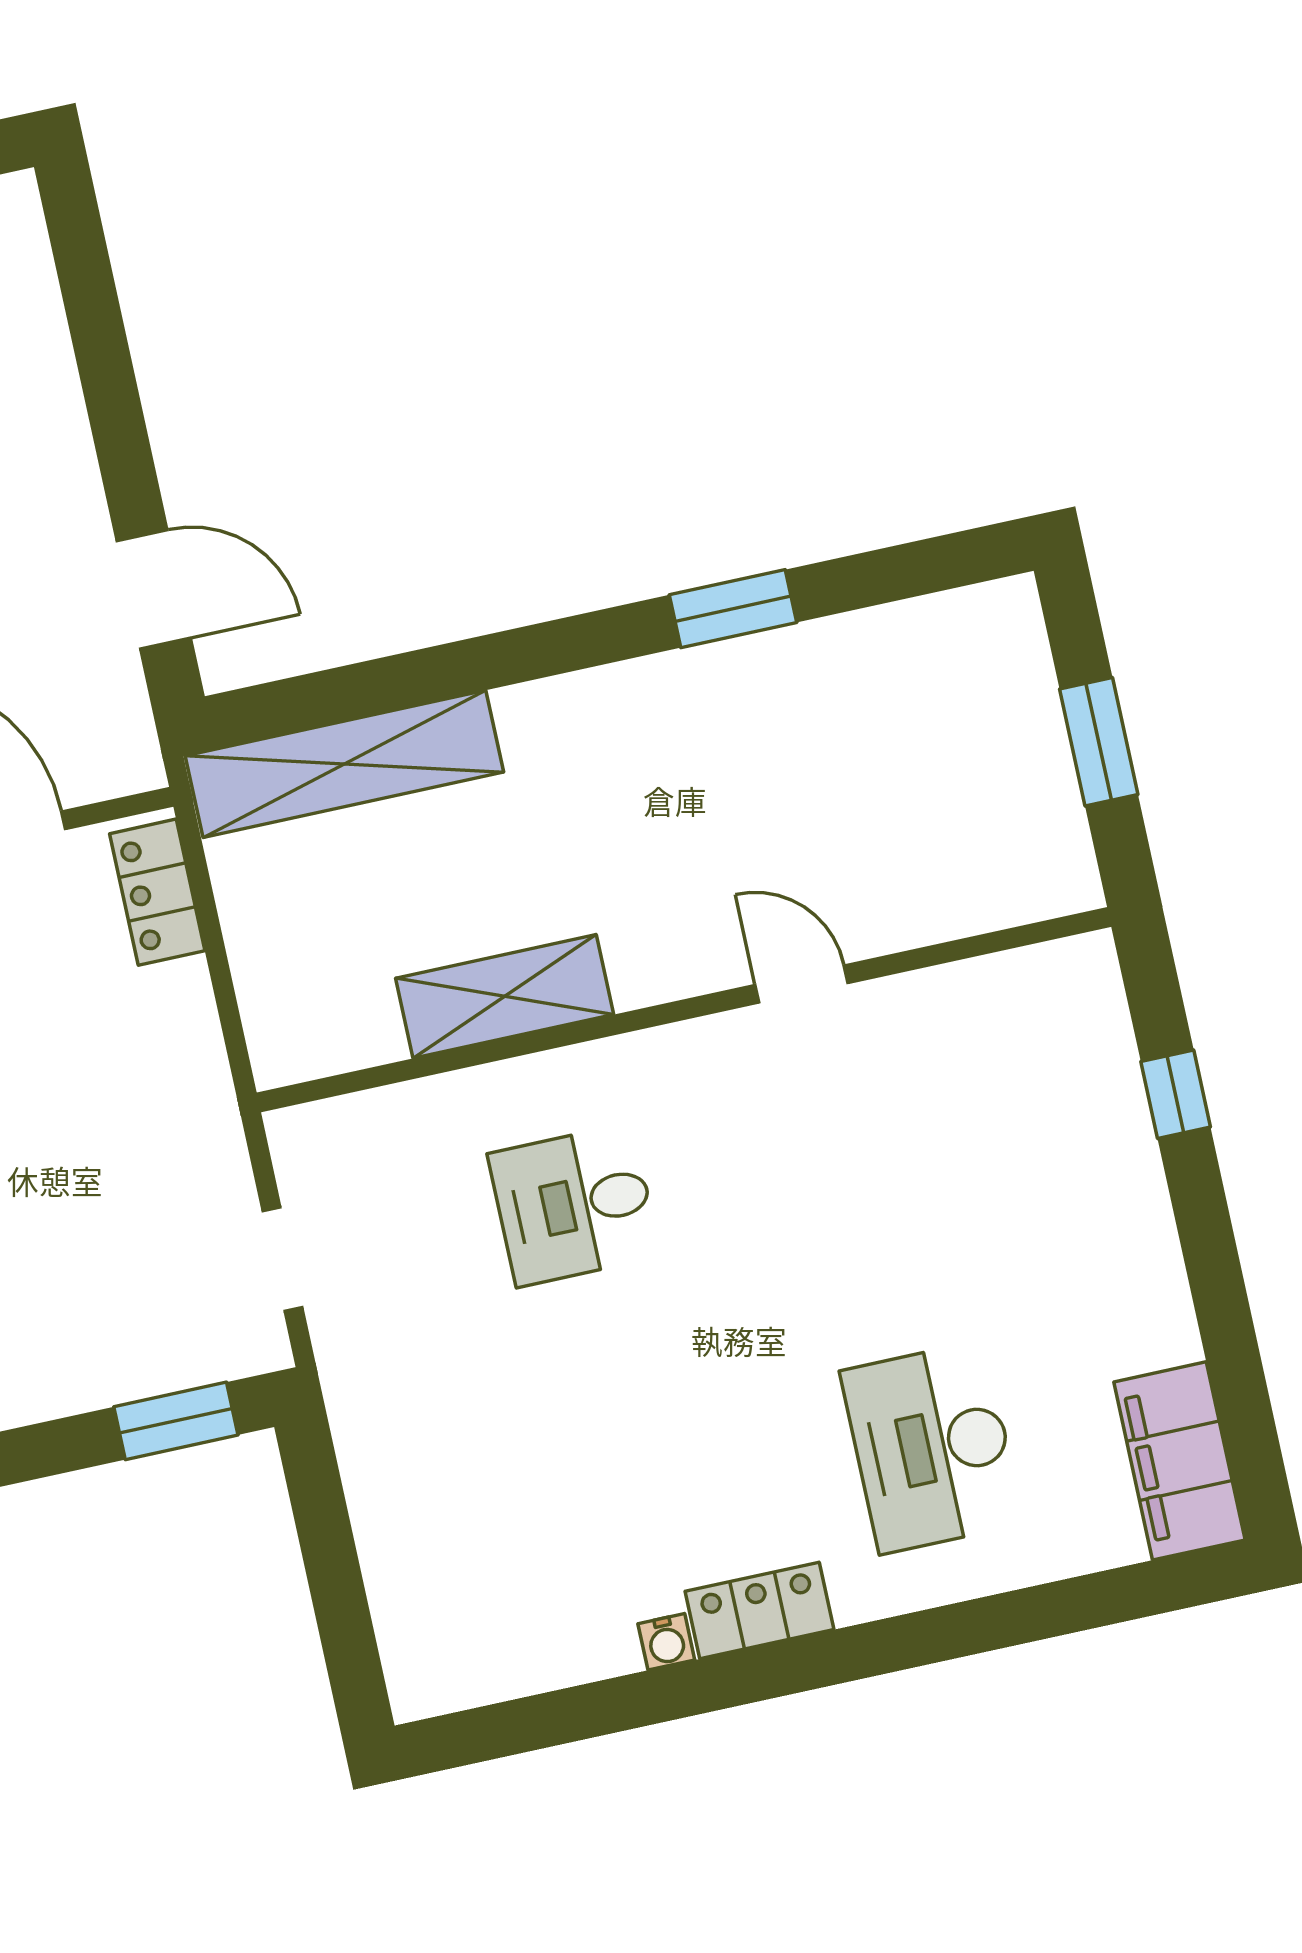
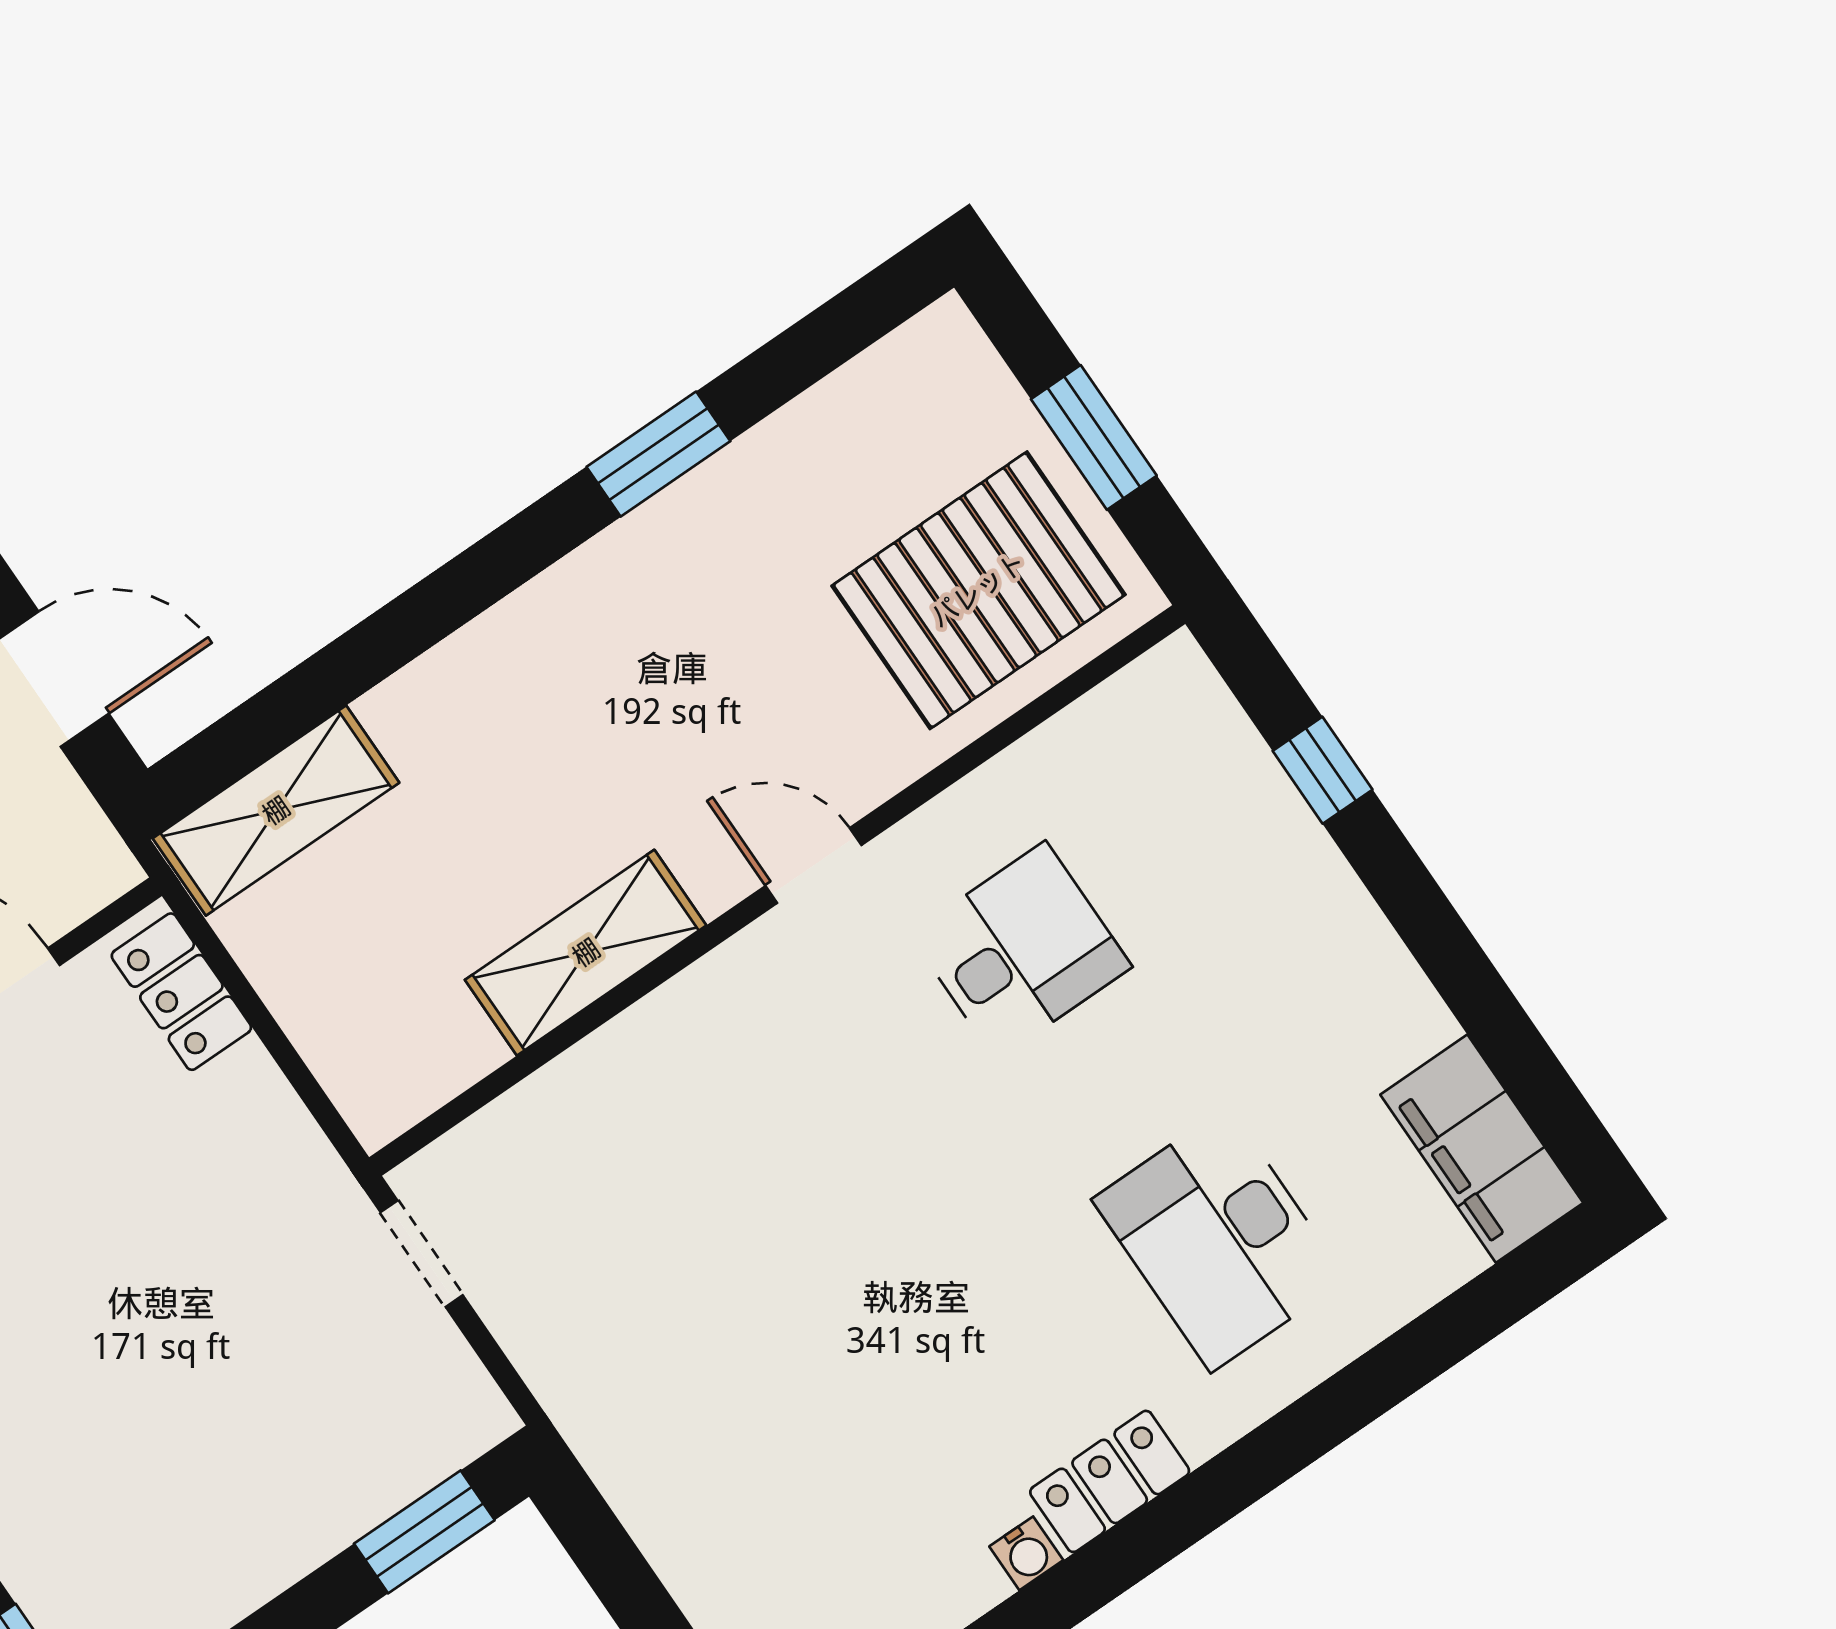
shelving: (344, 764) -> (276, 811), width x0.68
pallet: (952, 829) -> (978, 590), added
door: (802, 984) -> (813, 866), moved
desk: (574, 1205) -> (1021, 951), moved, turned 180
doorway: (283, 1259) -> (422, 1254), moved

